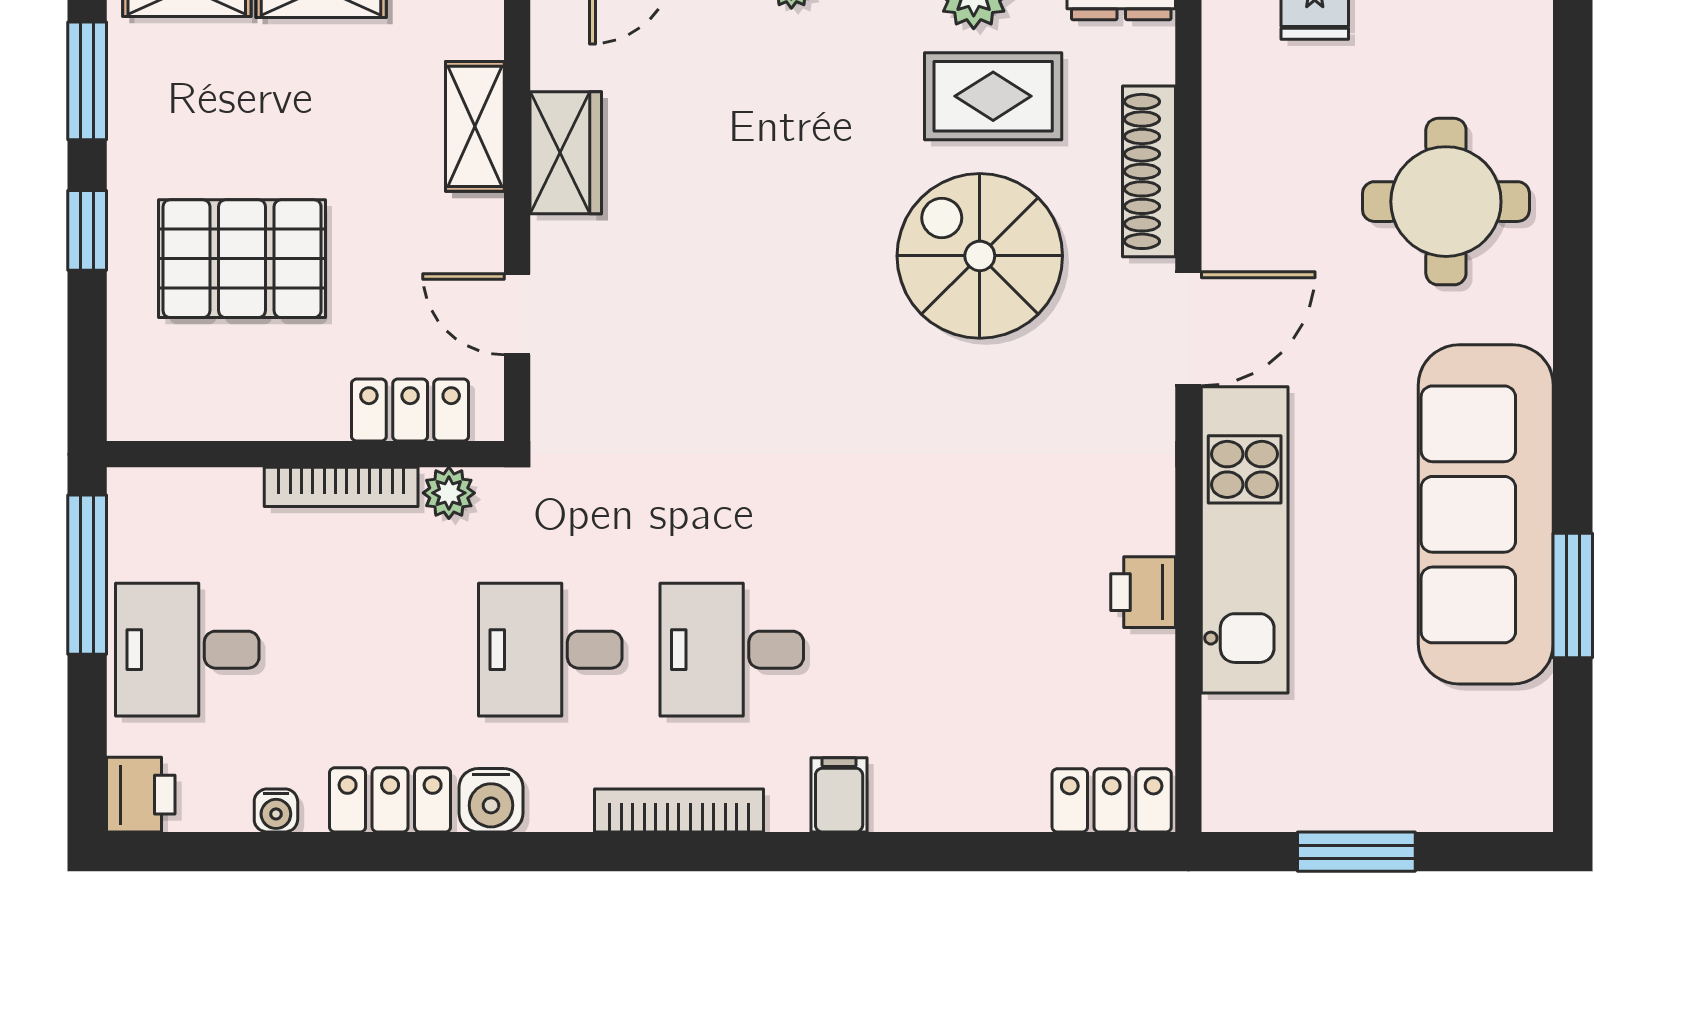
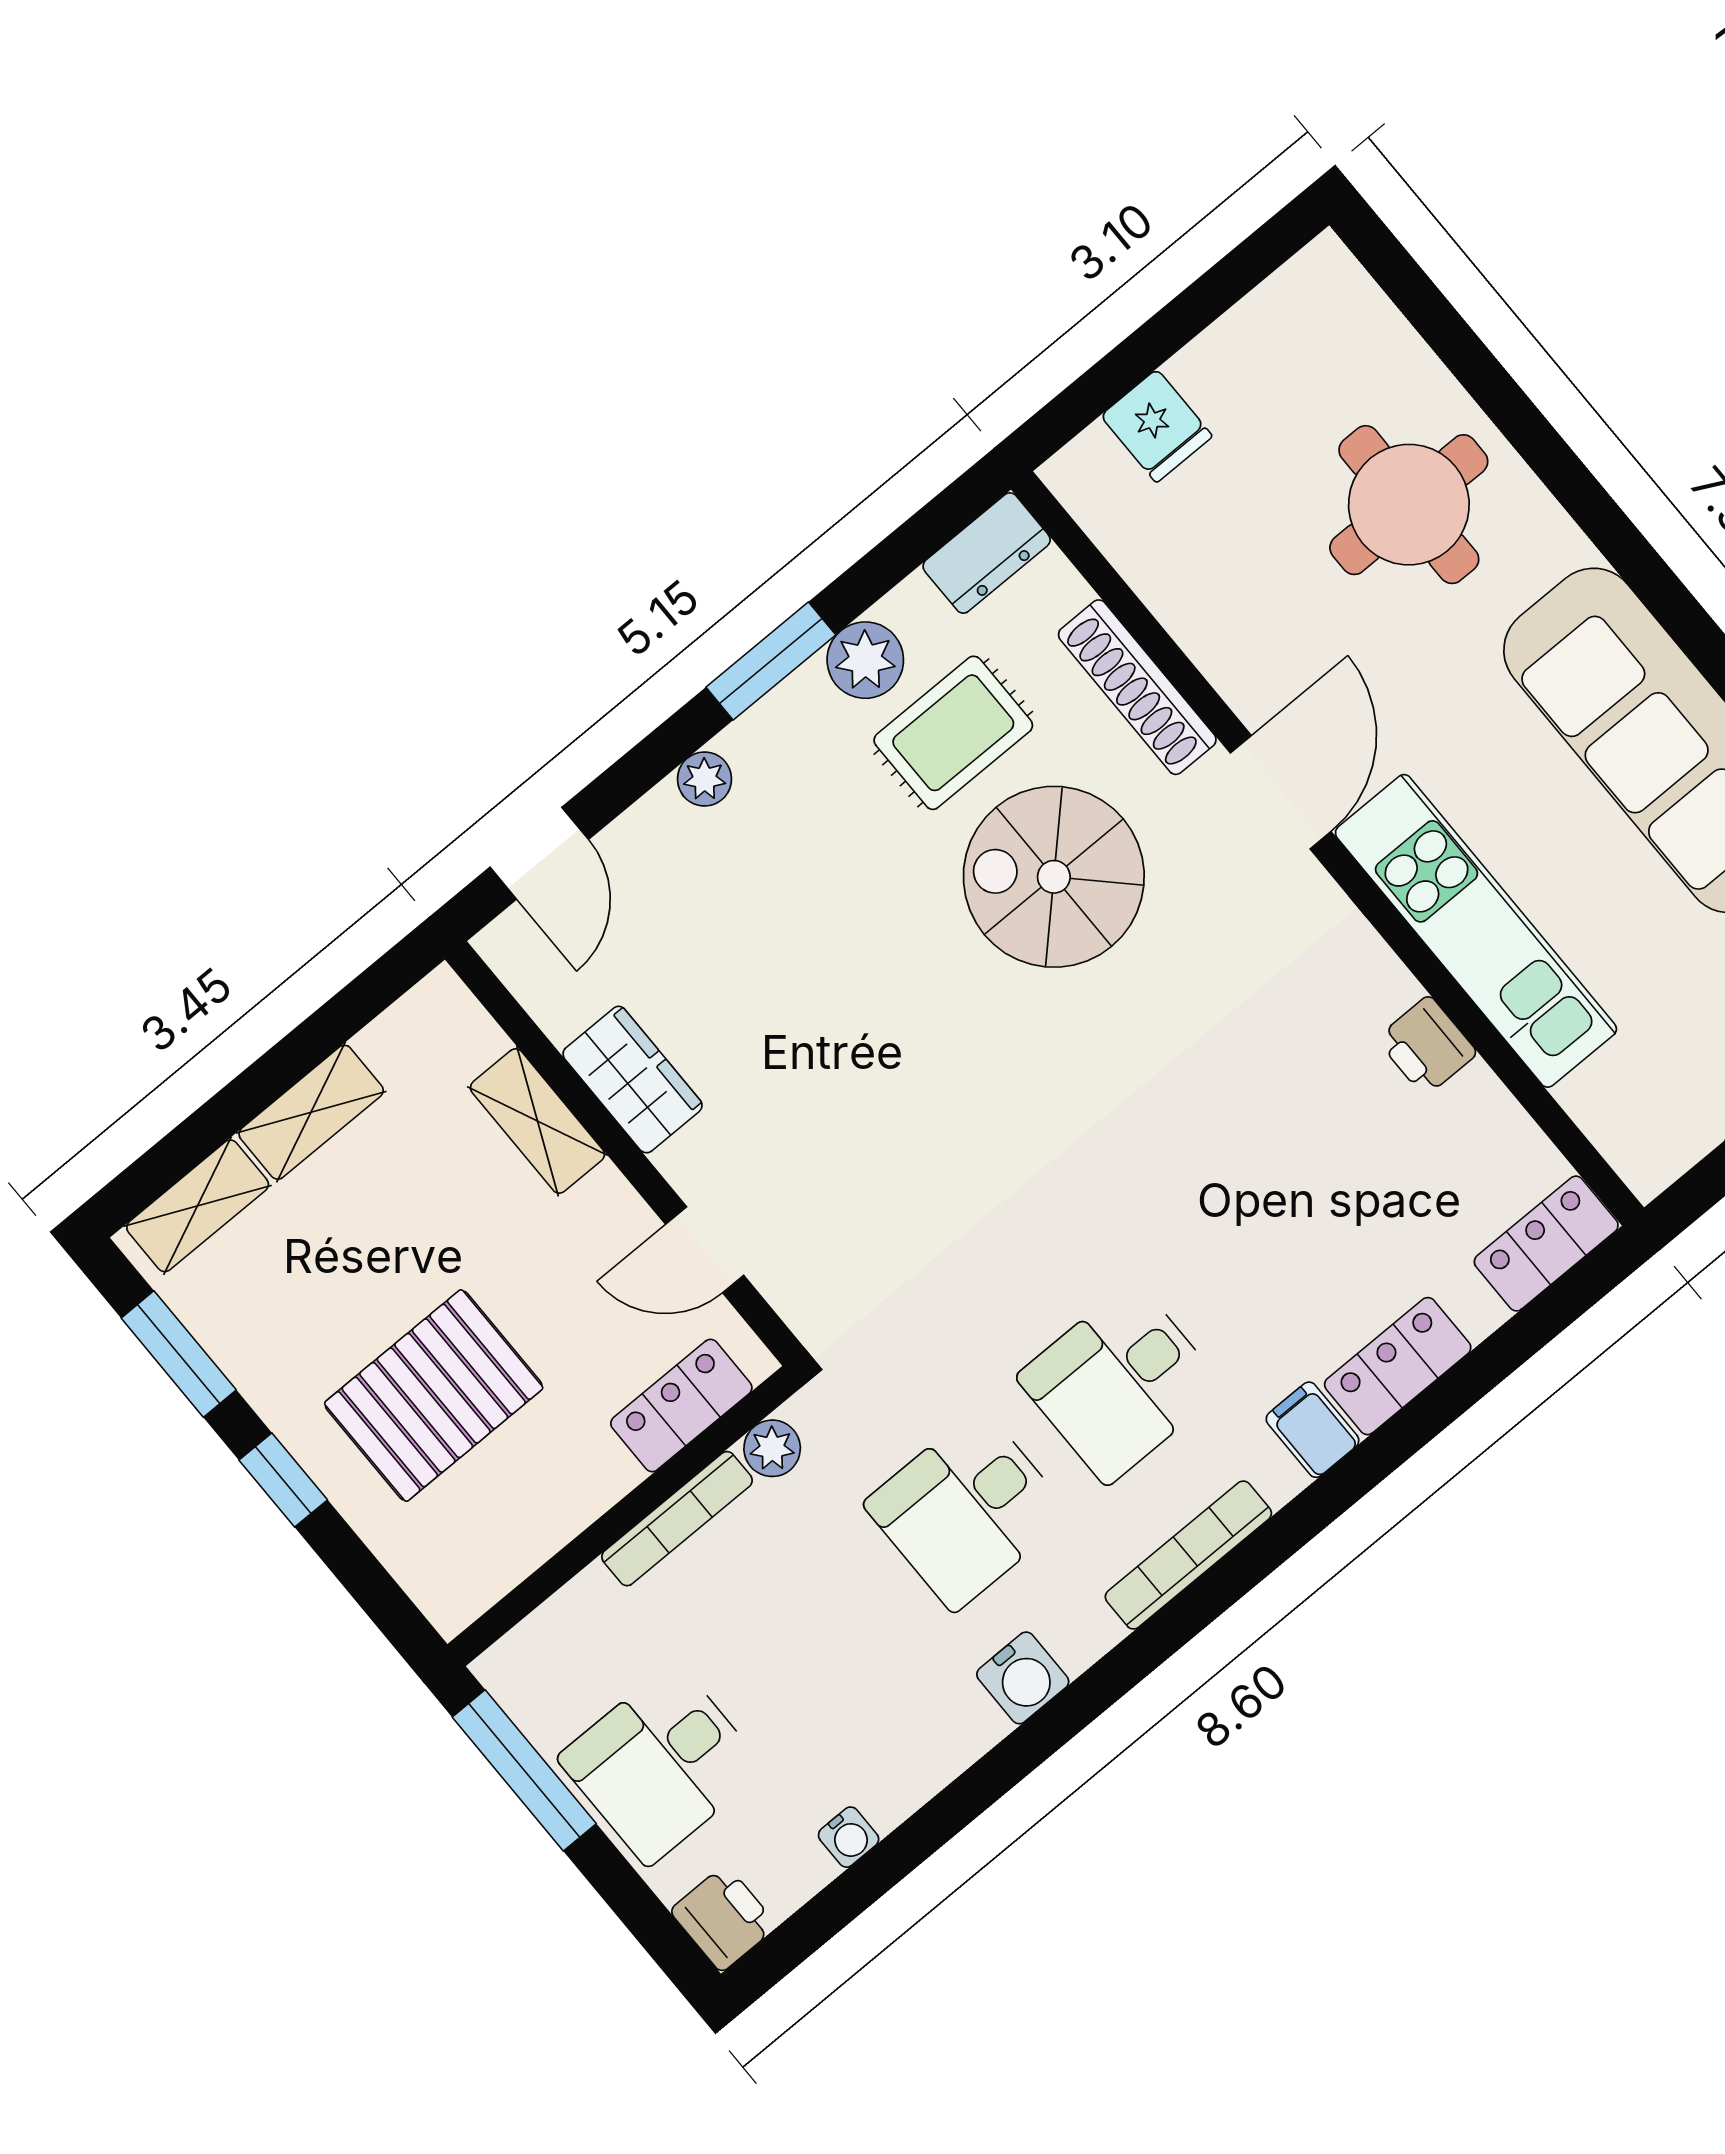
locker: (390, 800) -> (1398, 1366), moved

